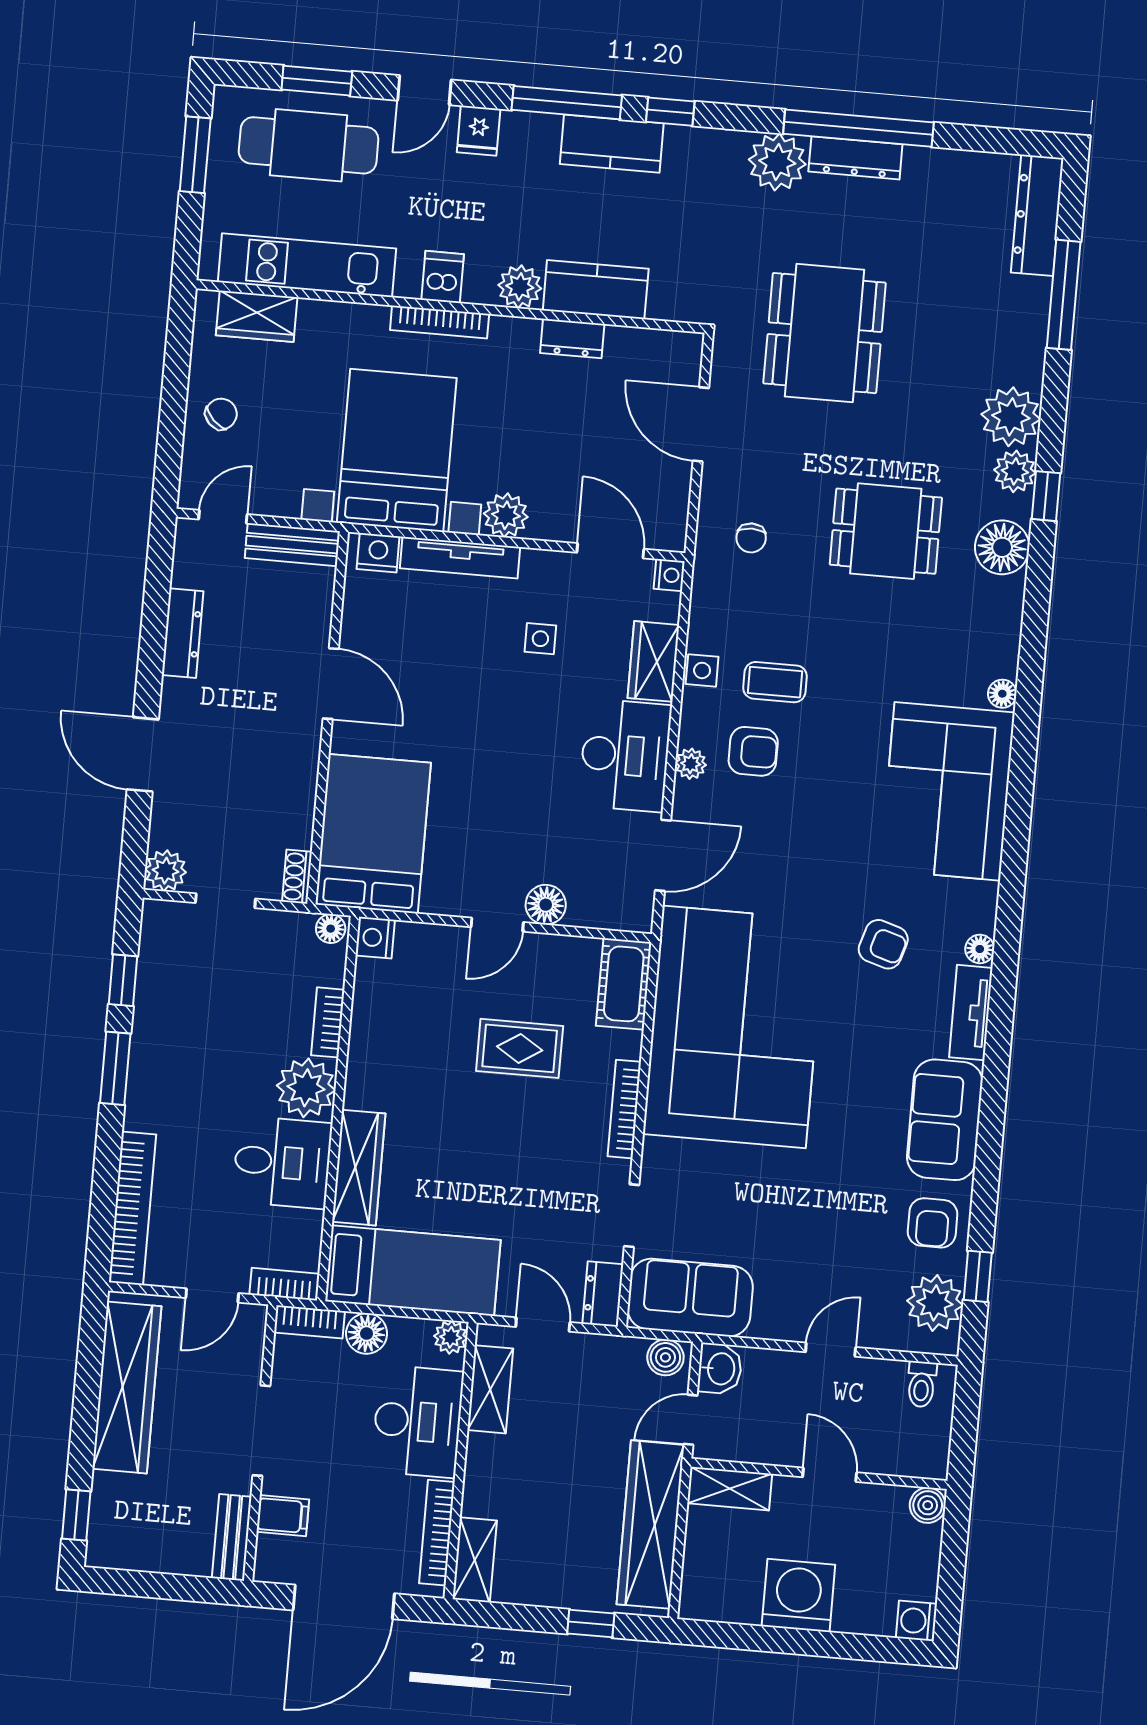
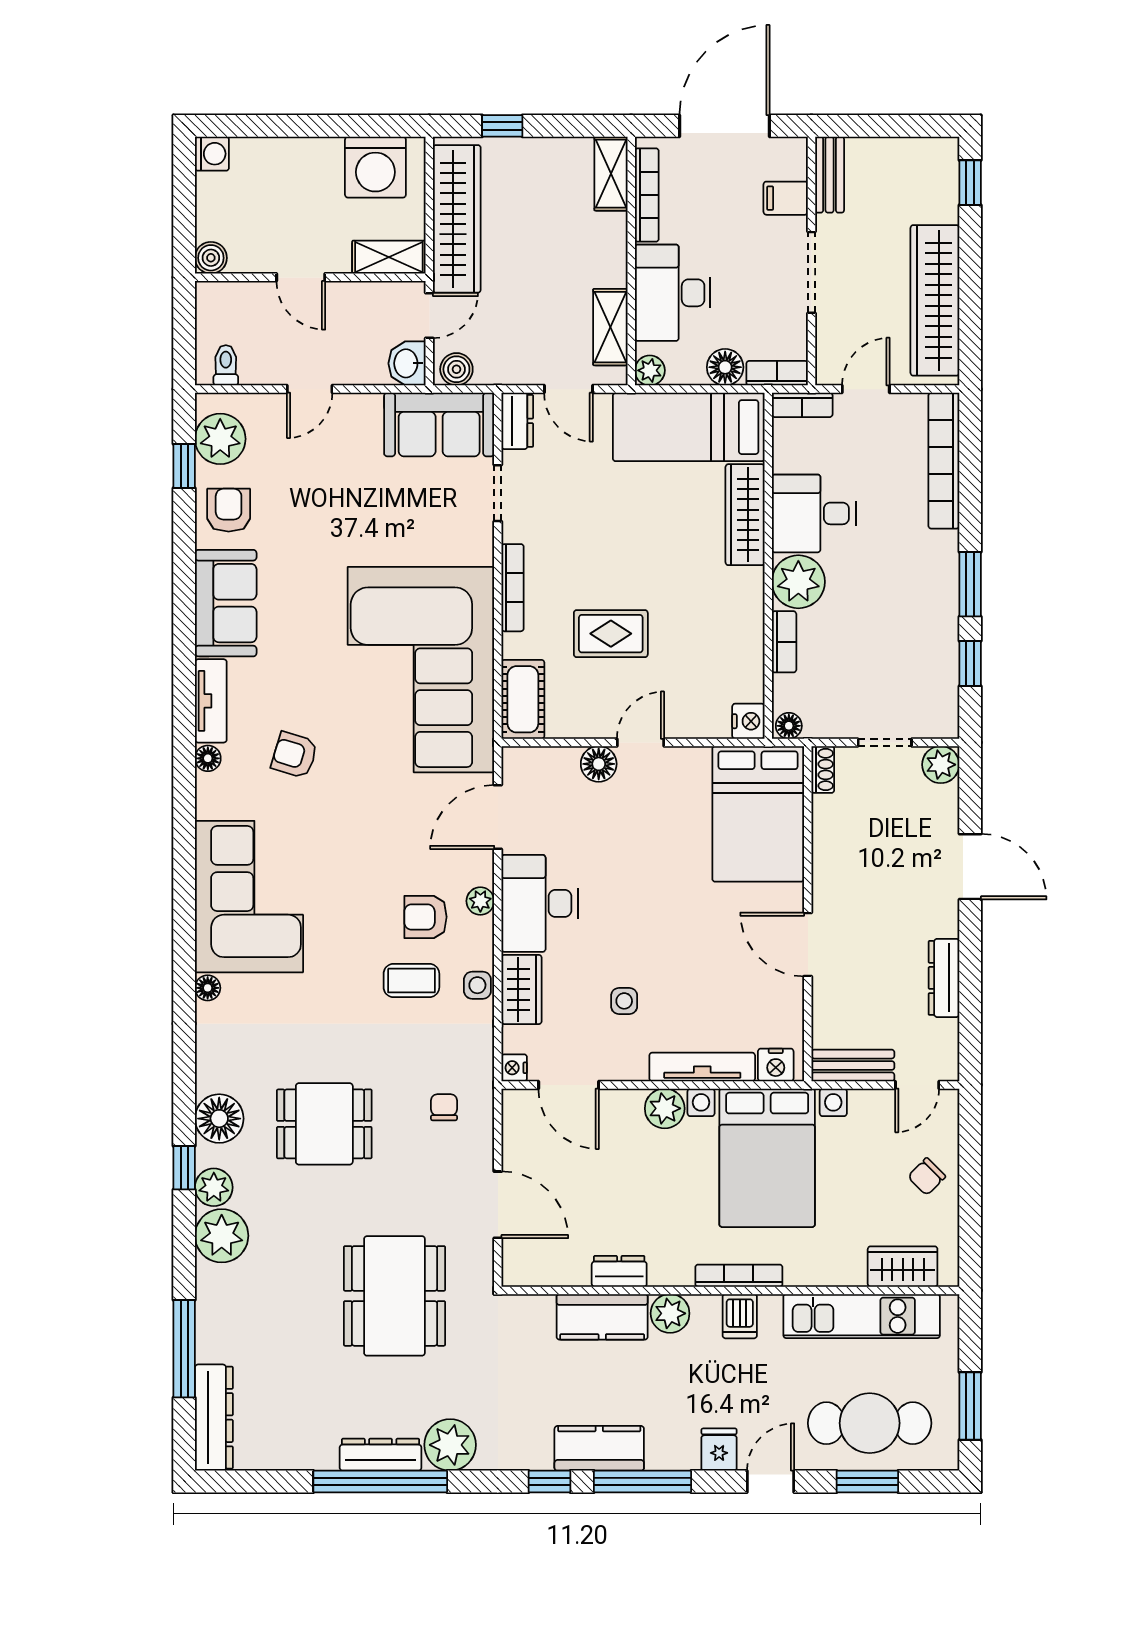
washing machine: (798, 1595) -> (375, 167), moved

